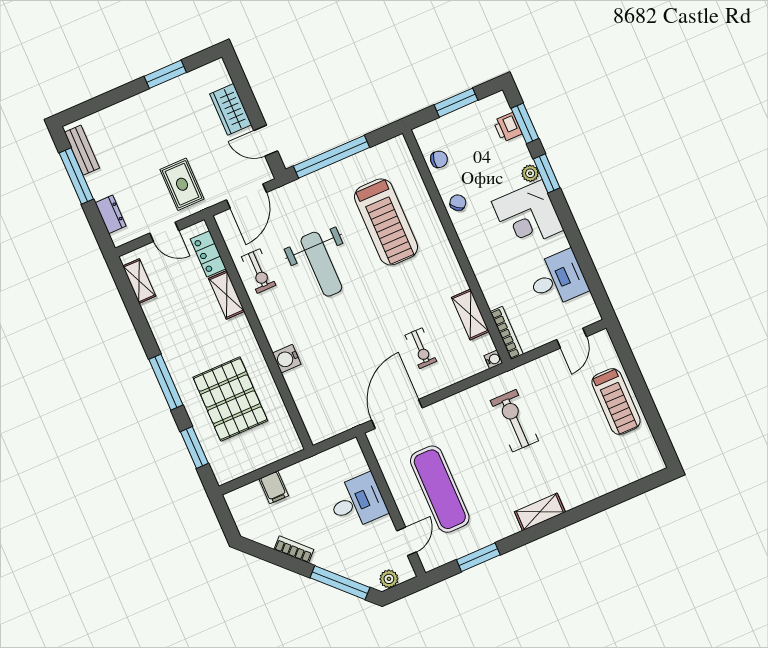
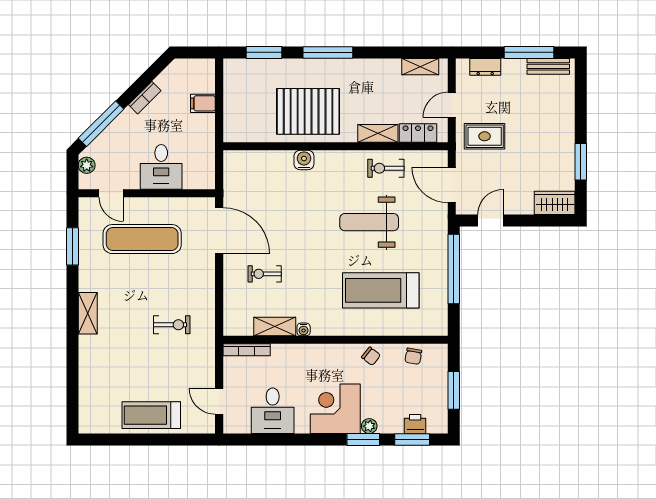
wardrobe: (231, 109) -> (555, 203), moved
water cooler: (493, 359) -> (304, 329), moved
pallet: (230, 399) -> (308, 111), moved
exercise bike: (514, 421) -> (172, 325), width x0.73, depth x0.72

